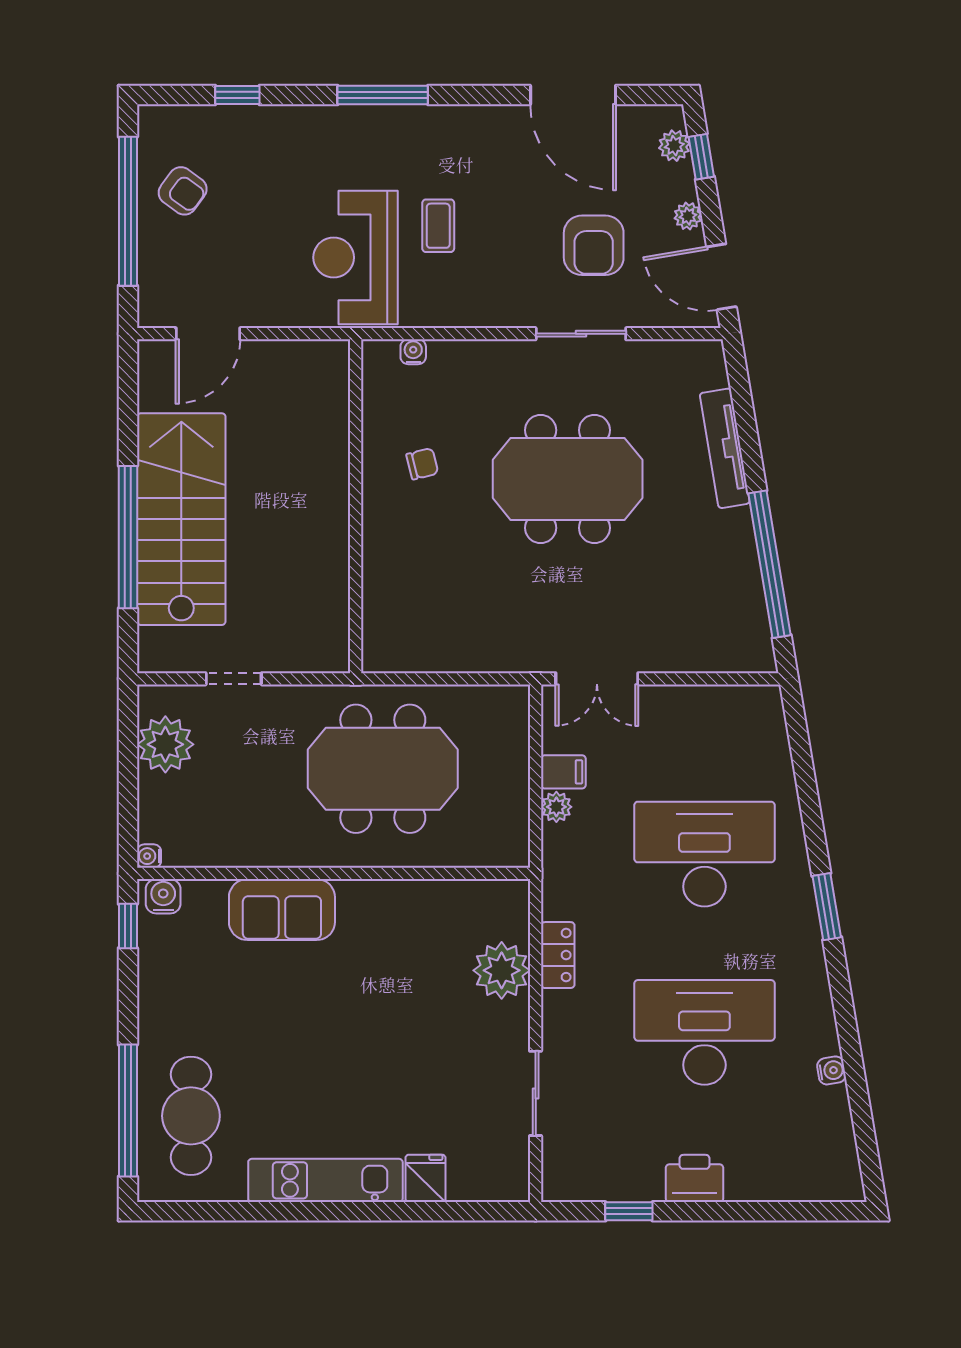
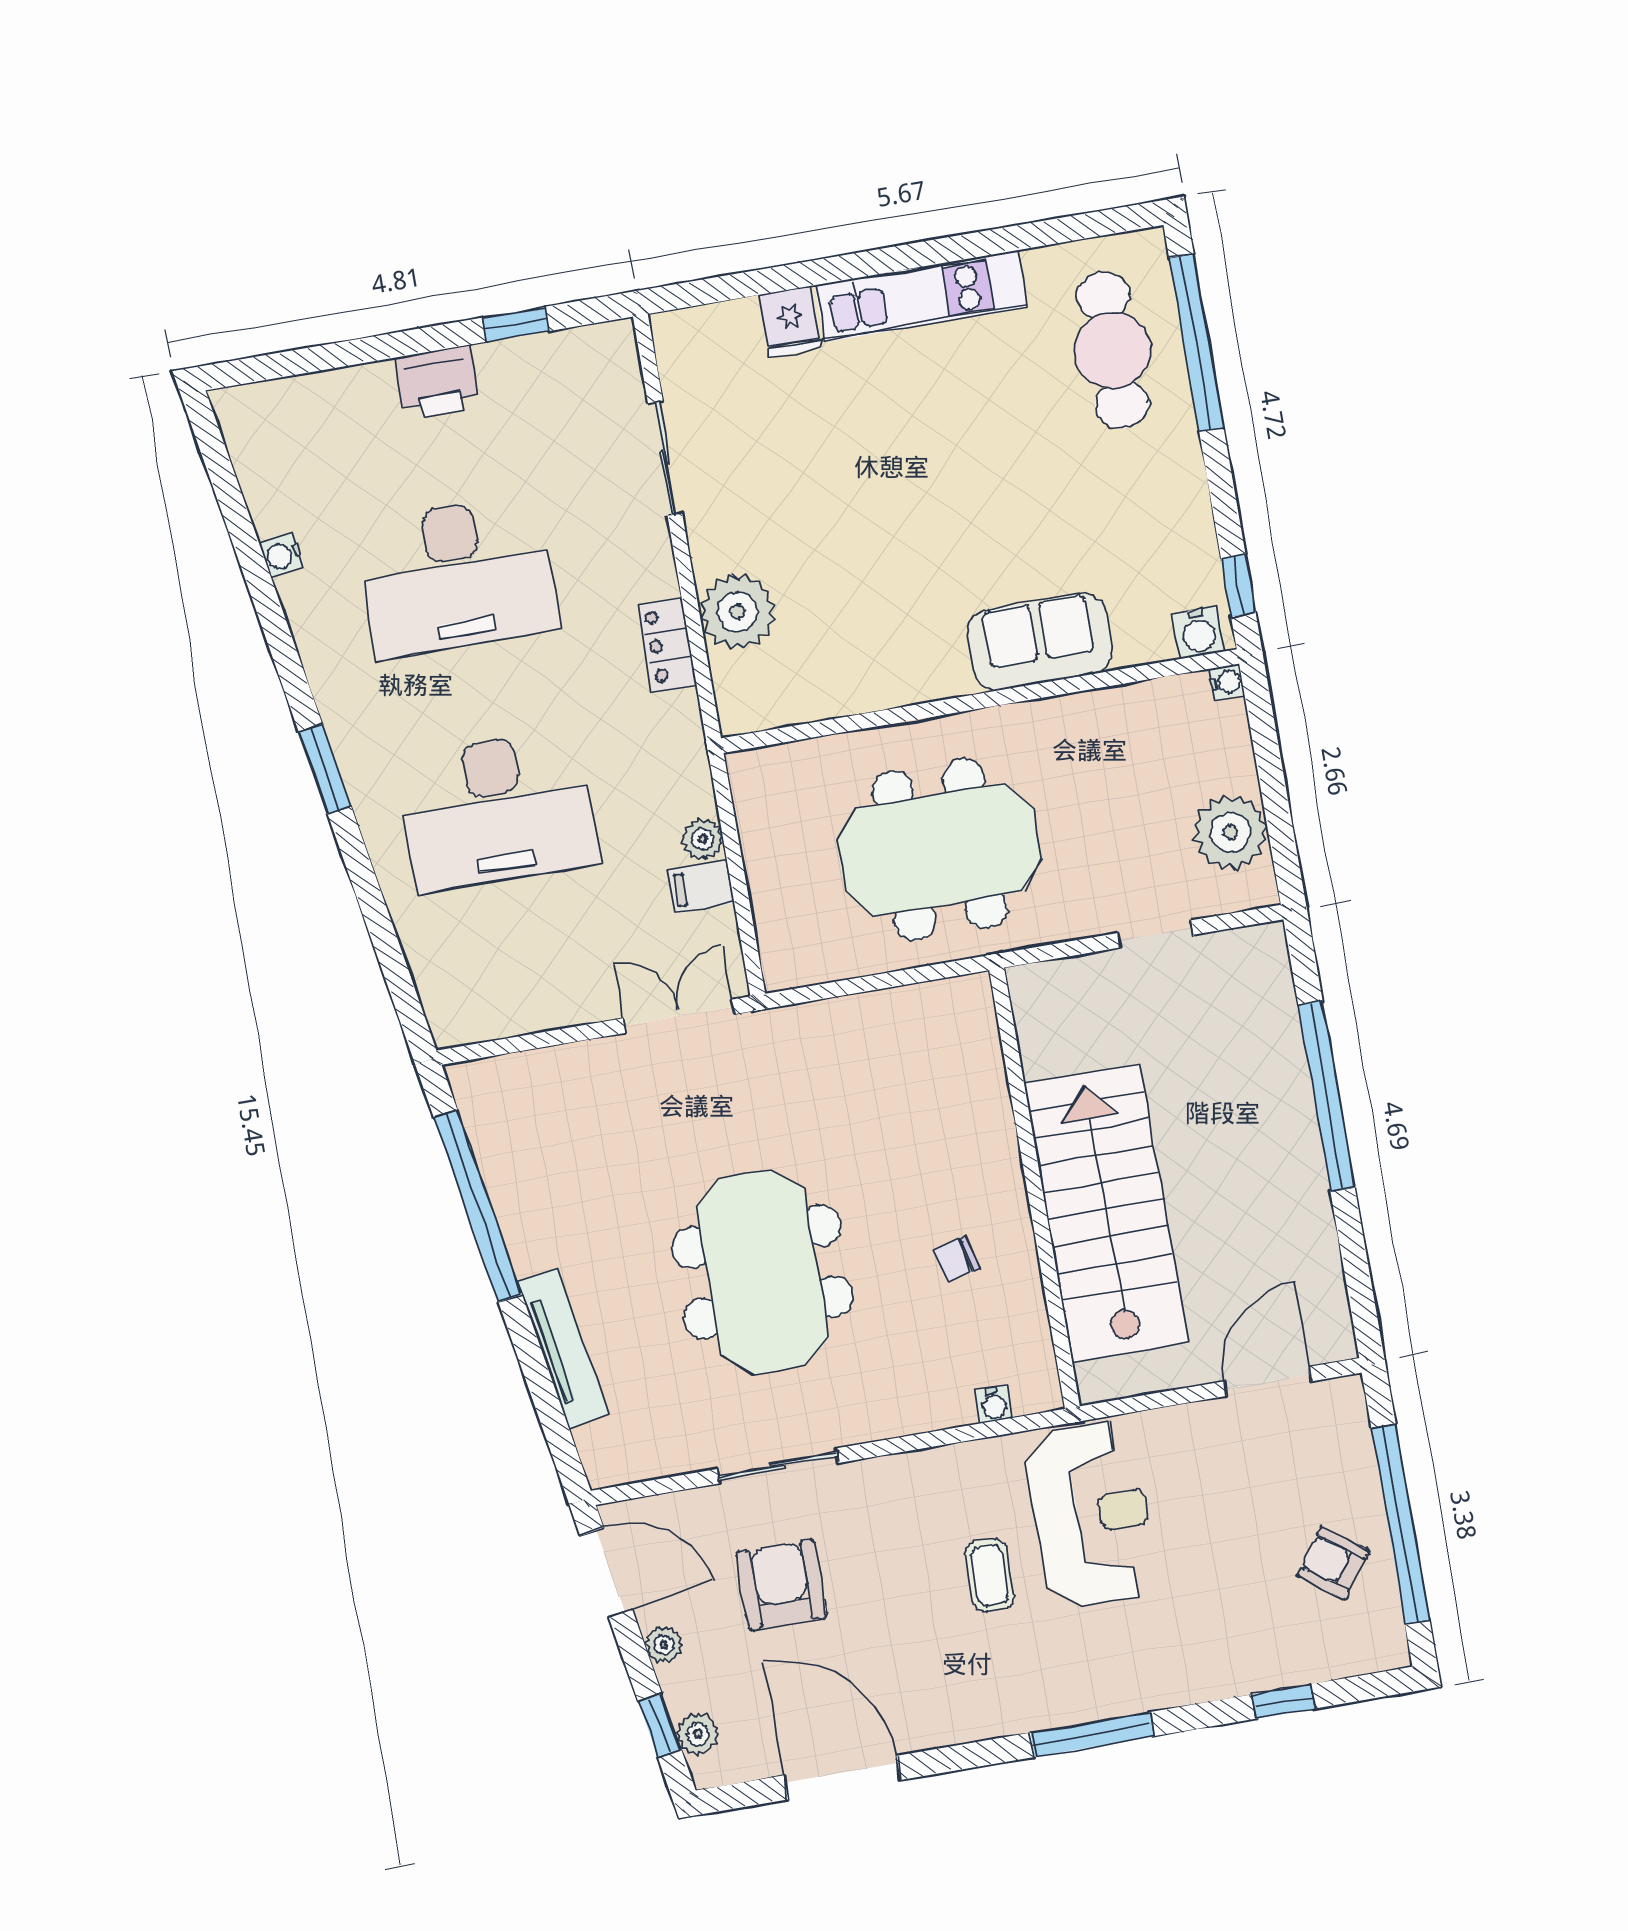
meeting table: (568, 479) -> (762, 1272), turned 90
stairs: (181, 519) -> (1106, 1213), moved, turned 180

